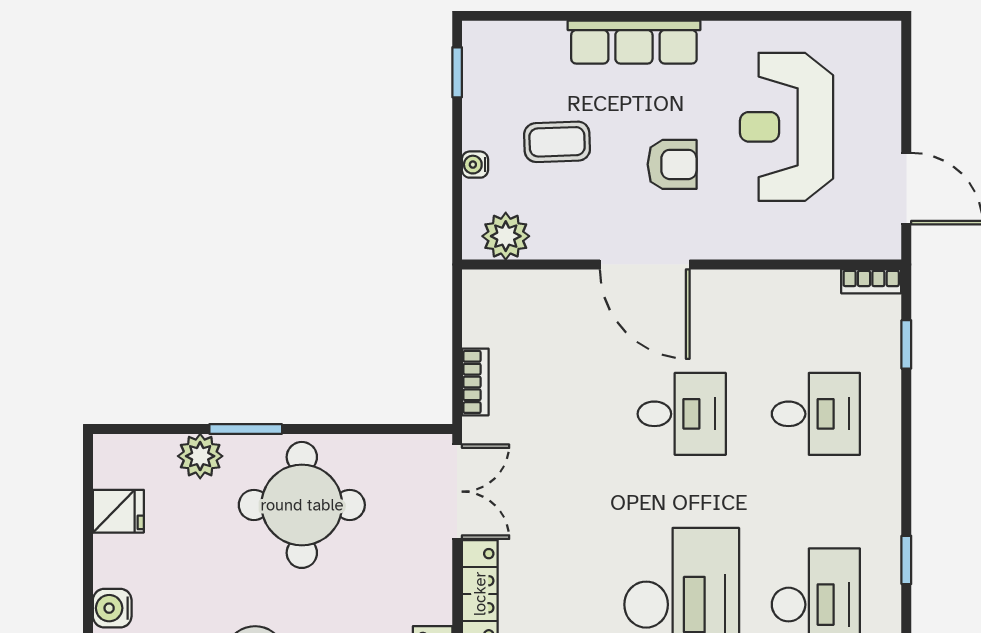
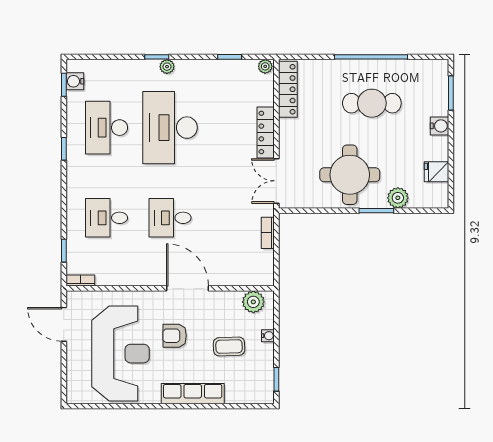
reception desk: (786, 127) -> (121, 354), width x1.36, depth x1.30

